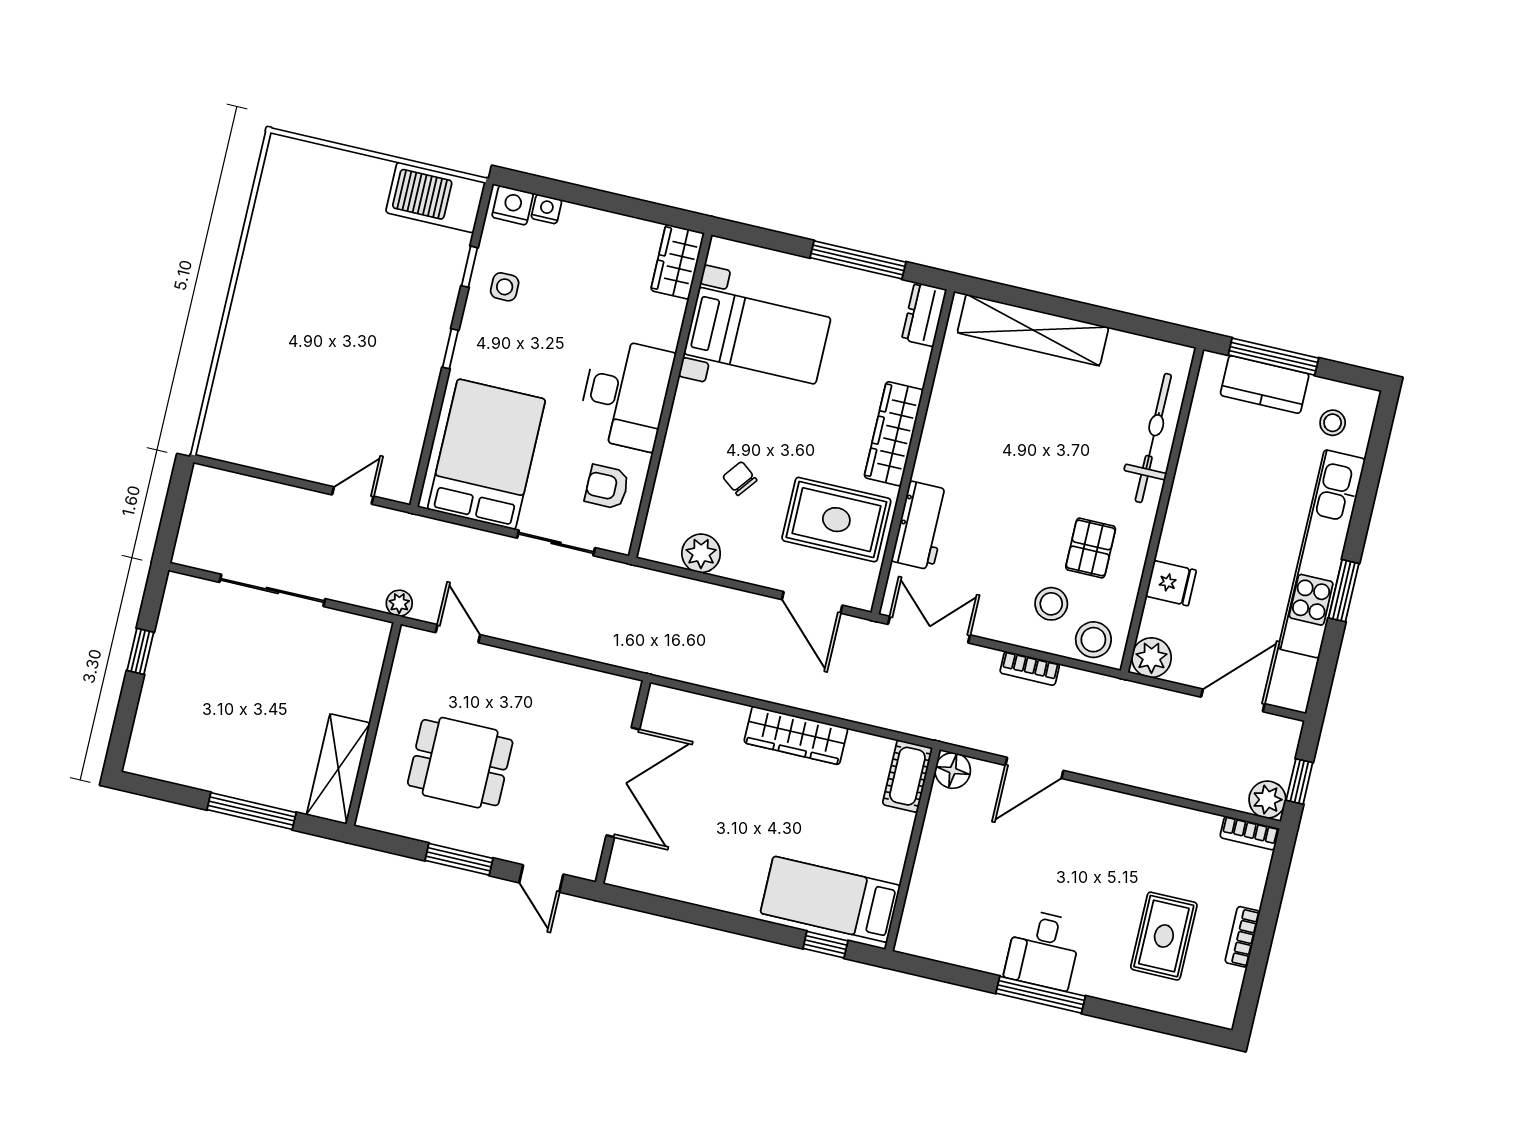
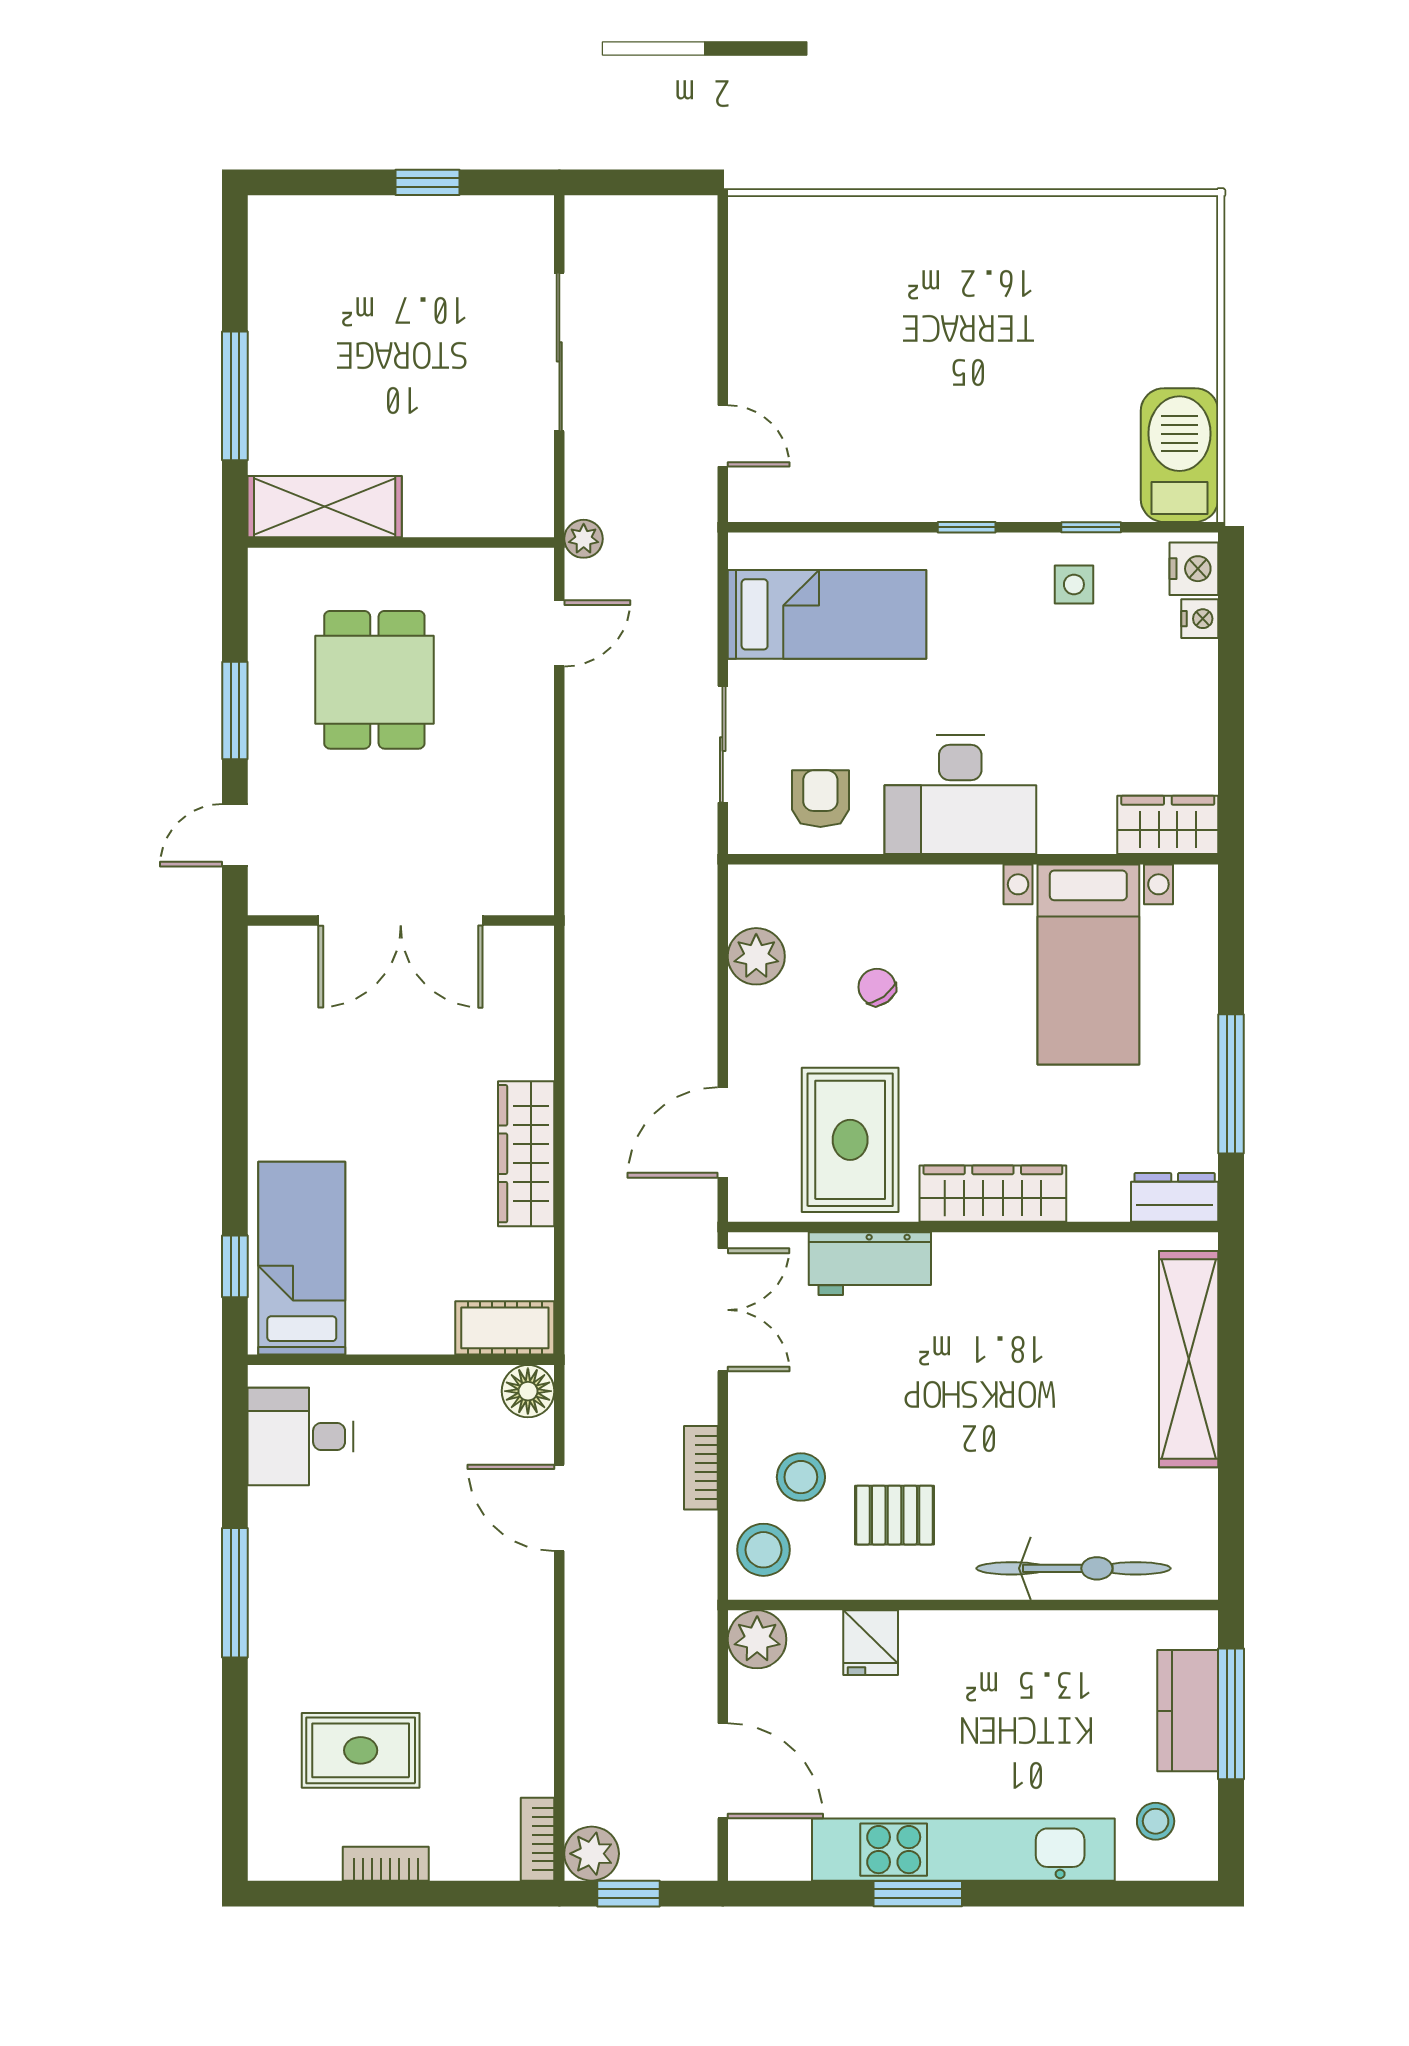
bed: (486, 454) -> (827, 614), width x0.67
chair: (740, 478) -> (877, 987), turned -74
desk: (1043, 950) -> (301, 1436), moved

